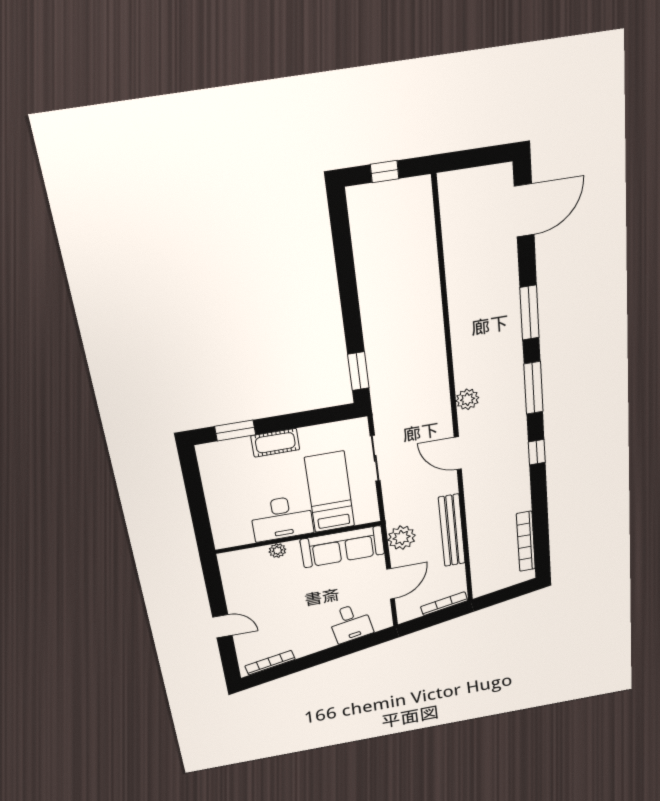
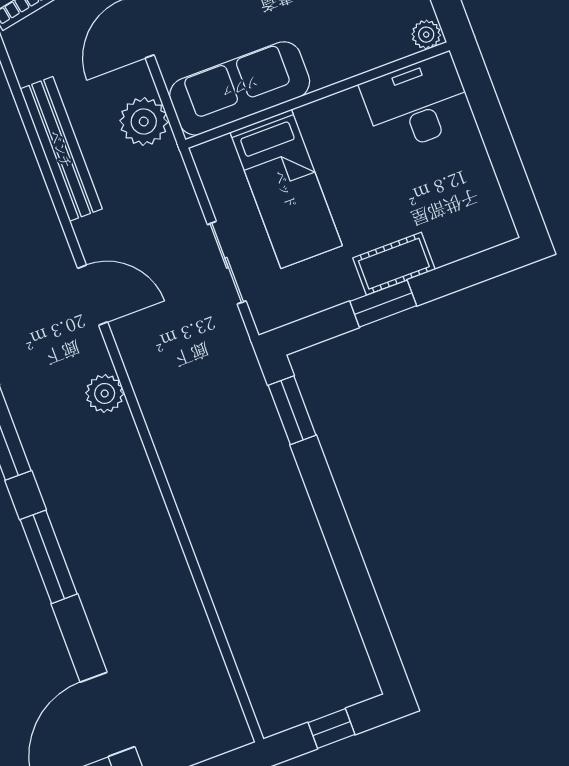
window: (235, 431) -> (383, 304), moved
desk: (282, 518) -> (417, 103), moved
plant: (277, 551) -> (426, 35), moved

